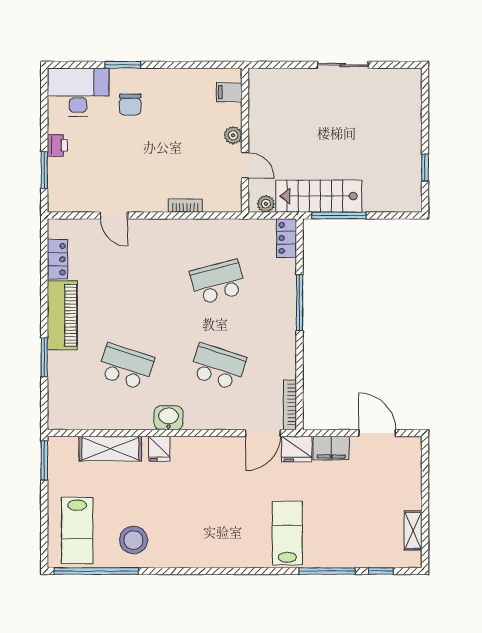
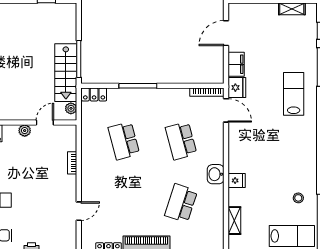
school desk: (218, 367) -> (181, 141), turned -33
shelving: (110, 449) -> (234, 221), width x0.67, depth x0.75
lab bench: (287, 533) -> (294, 94), turned 90
stool: (133, 540) -> (298, 198), width x0.53, depth x0.53

